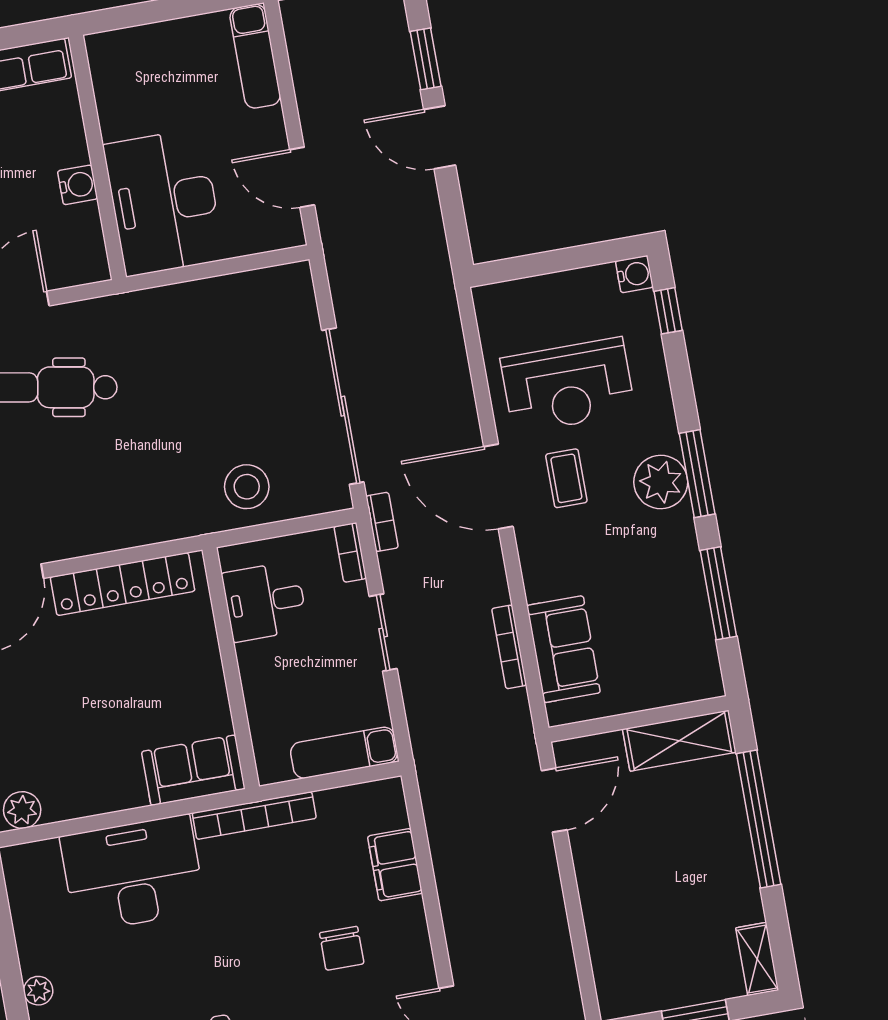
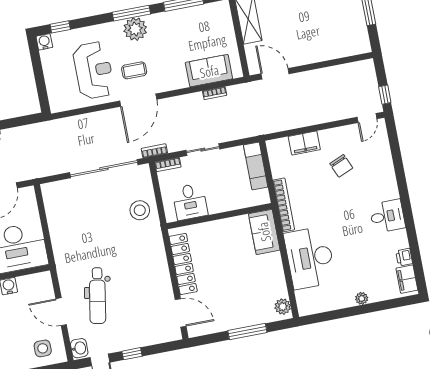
bookcase: (509, 647) -> (215, 93), width x0.64
chair: (342, 948) -> (341, 166), turned 67

